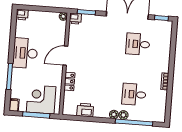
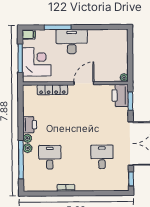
printer: (22, 15) -> (122, 35), removed
printer: (75, 19) -> (120, 95), width x1.87, depth x1.48
desk: (25, 53) -> (72, 42), moved
door: (65, 56) -> (84, 83), hinge flipped
locker: (70, 81) -> (52, 90), width x1.53
printer: (85, 110) -> (30, 125), moved

